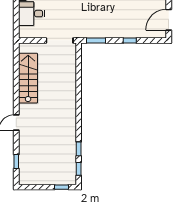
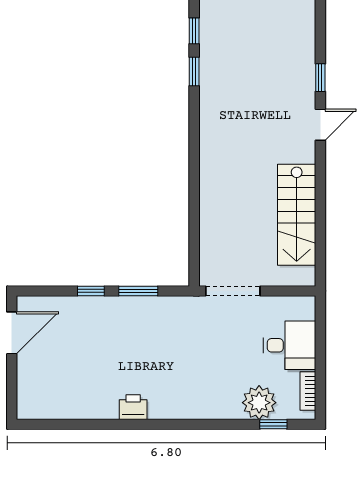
window: (96, 40) -> (138, 291), moved
window: (16, 162) -> (320, 78), moved

